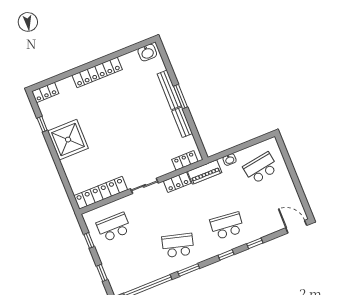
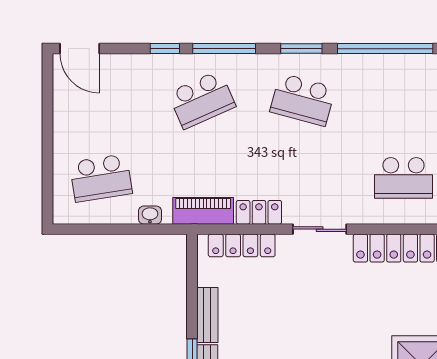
locker: (185, 160) -> (242, 245), width x1.53
school desk: (227, 226) -> (202, 100), turned -30
window: (226, 255) -> (224, 49), width x2.17

